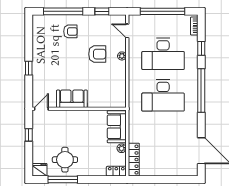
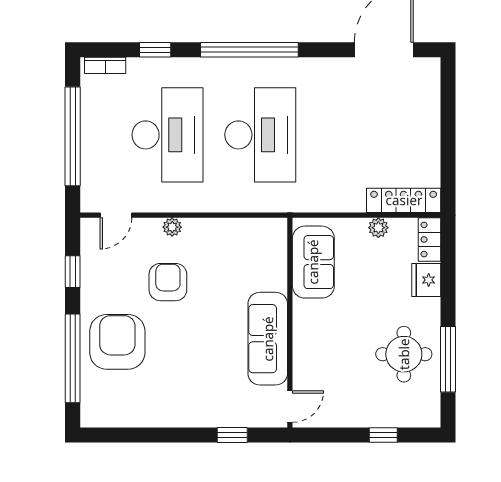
armchair: (70, 31) -> (117, 342), width x1.88, depth x1.88
window: (29, 68) -> (232, 435), moved
sofa: (72, 99) -> (268, 339), width x1.36
door: (41, 109) -> (290, 407), swing flipped
sofa: (117, 127) -> (313, 262), moved, turned -90
window: (29, 135) -> (383, 435), moved
fridge: (40, 170) -> (426, 280), moved

